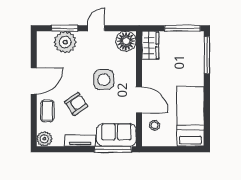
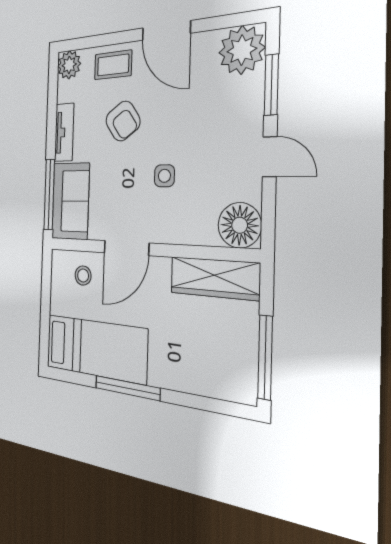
plant: (65, 42) -> (242, 50), moved
wardrobe: (150, 45) -> (214, 278), width x1.50
window: (207, 55) -> (127, 388), moved
side table: (104, 80) -> (164, 176), width x0.54, depth x0.54

